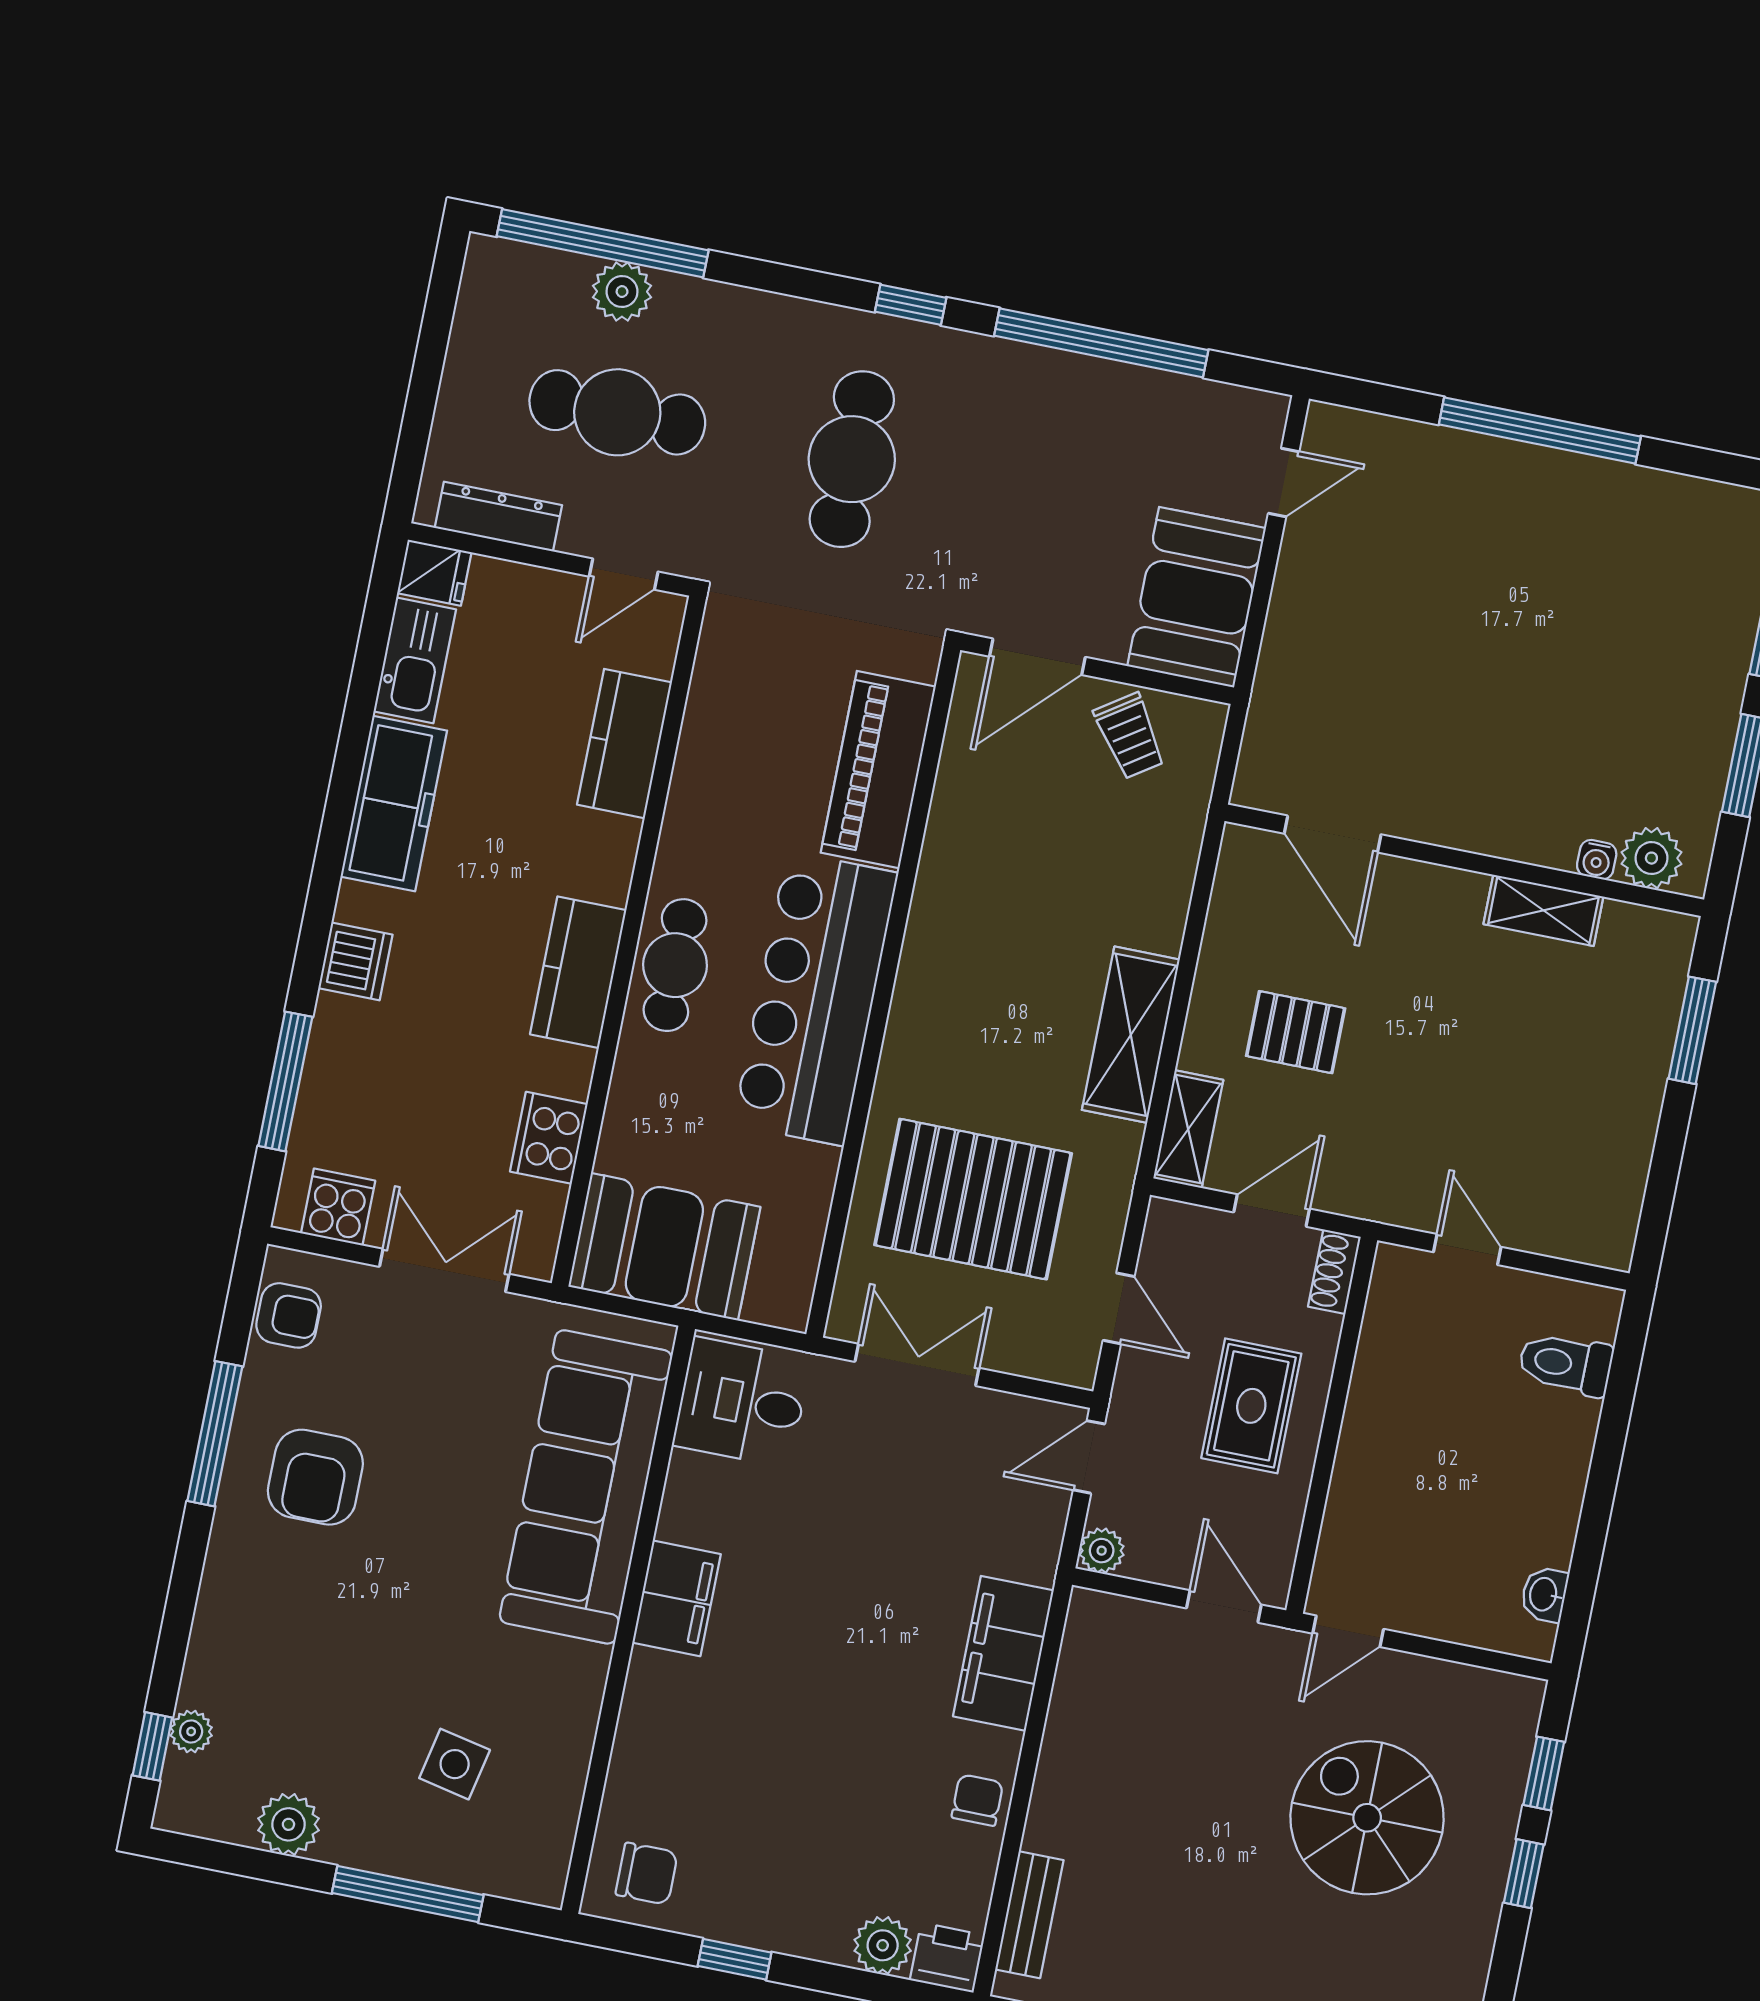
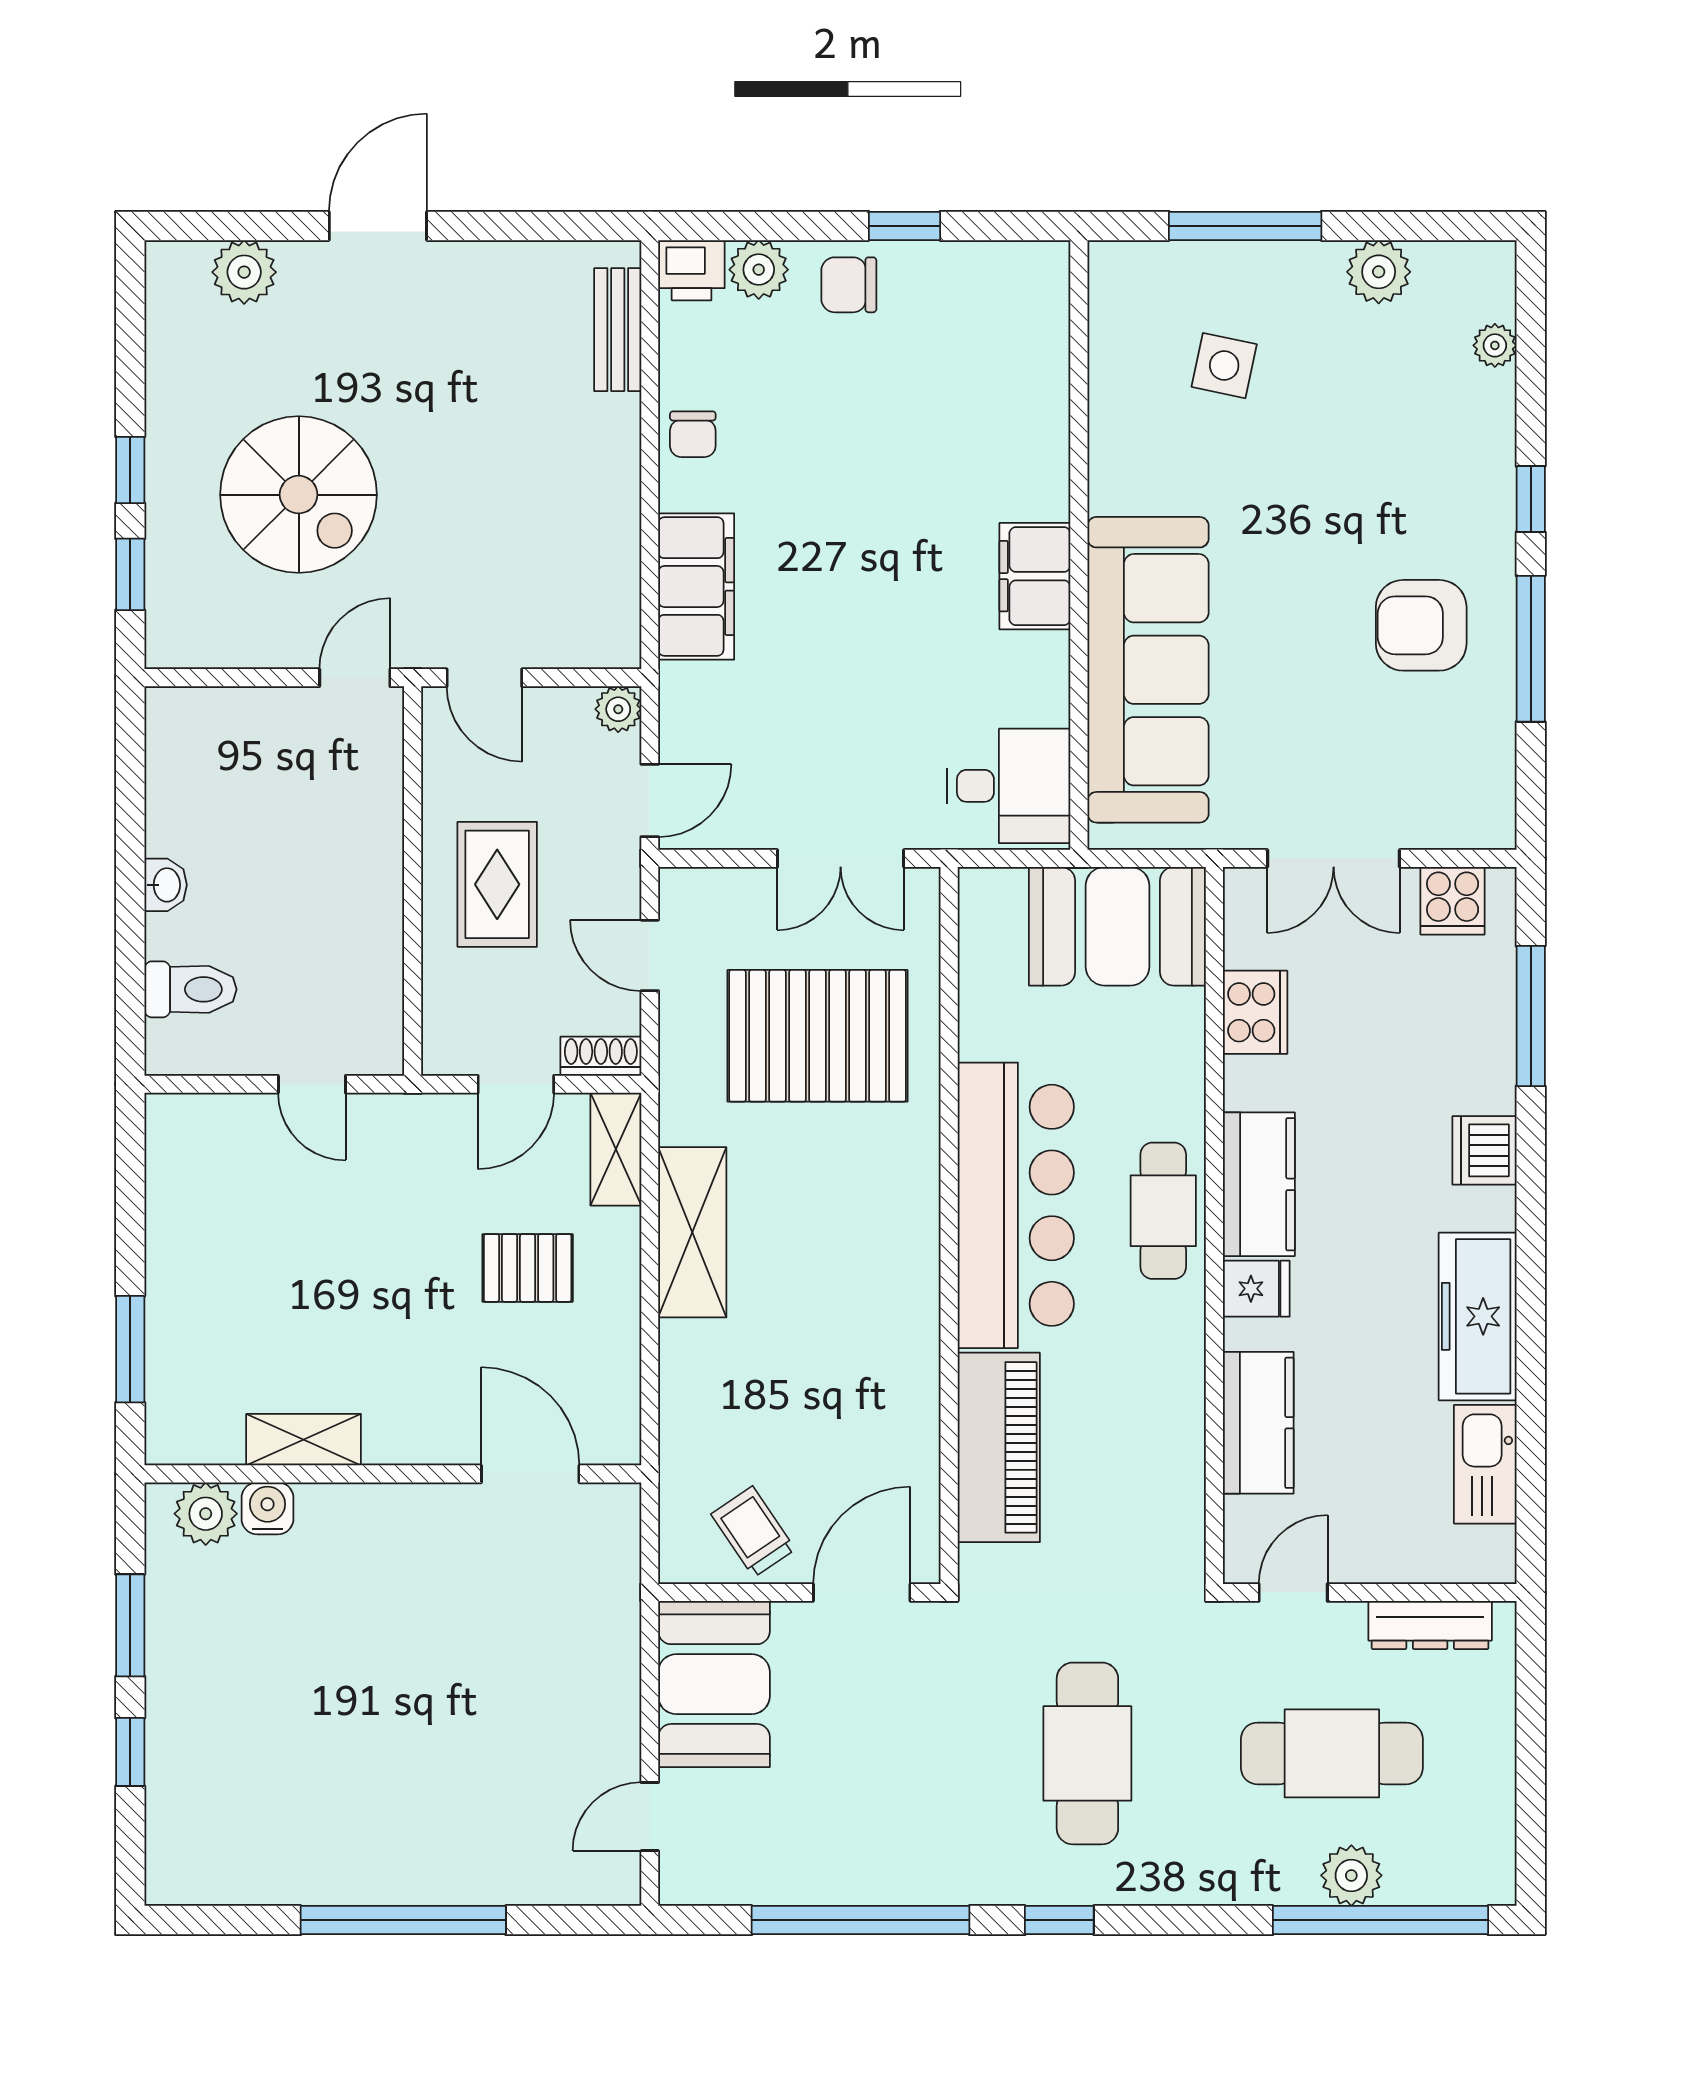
fridge: (434, 573) -> (1256, 1289), moved, turned 180
water cooler: (1597, 860) -> (267, 1508), width x1.38, depth x1.38
shoe rack: (1334, 1272) -> (601, 1056), moved, turned -90
armchair: (289, 1315) -> (1481, 782), removed
armchair: (315, 1477) -> (1421, 625), turned -90
washbasin: (1544, 1594) -> (166, 885), moved
window: (152, 1746) -> (1531, 499), moved
chair: (647, 1874) -> (849, 285), moved

